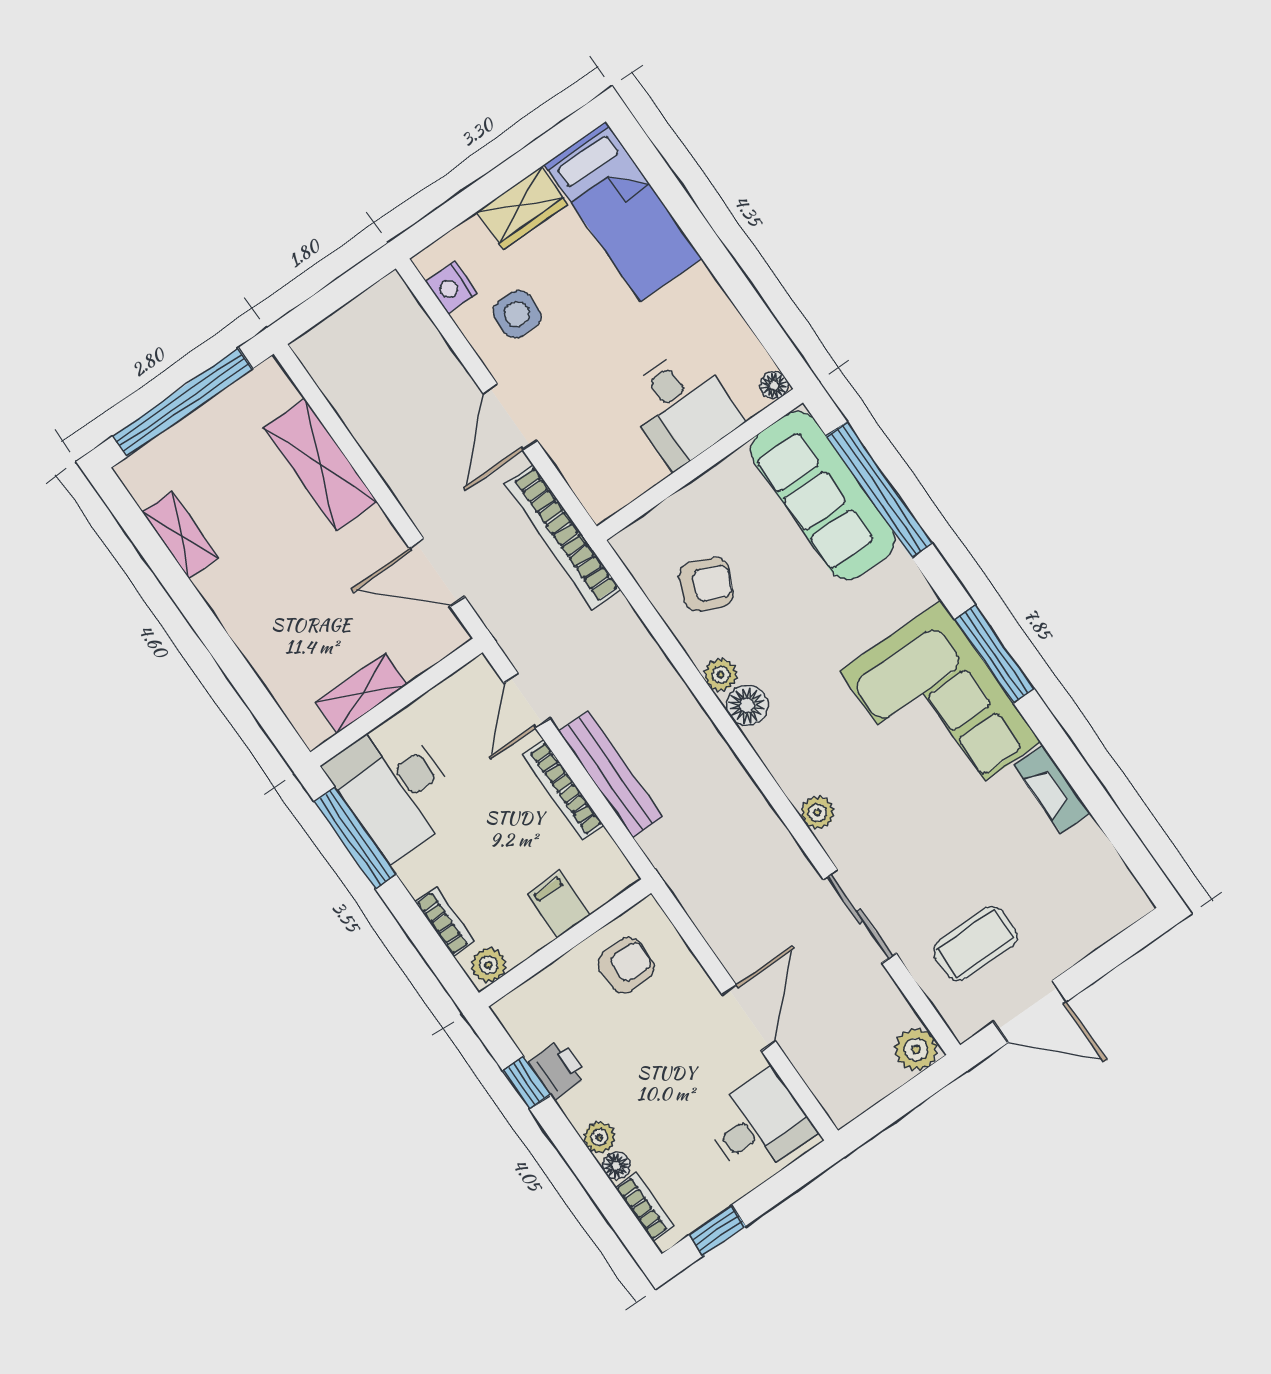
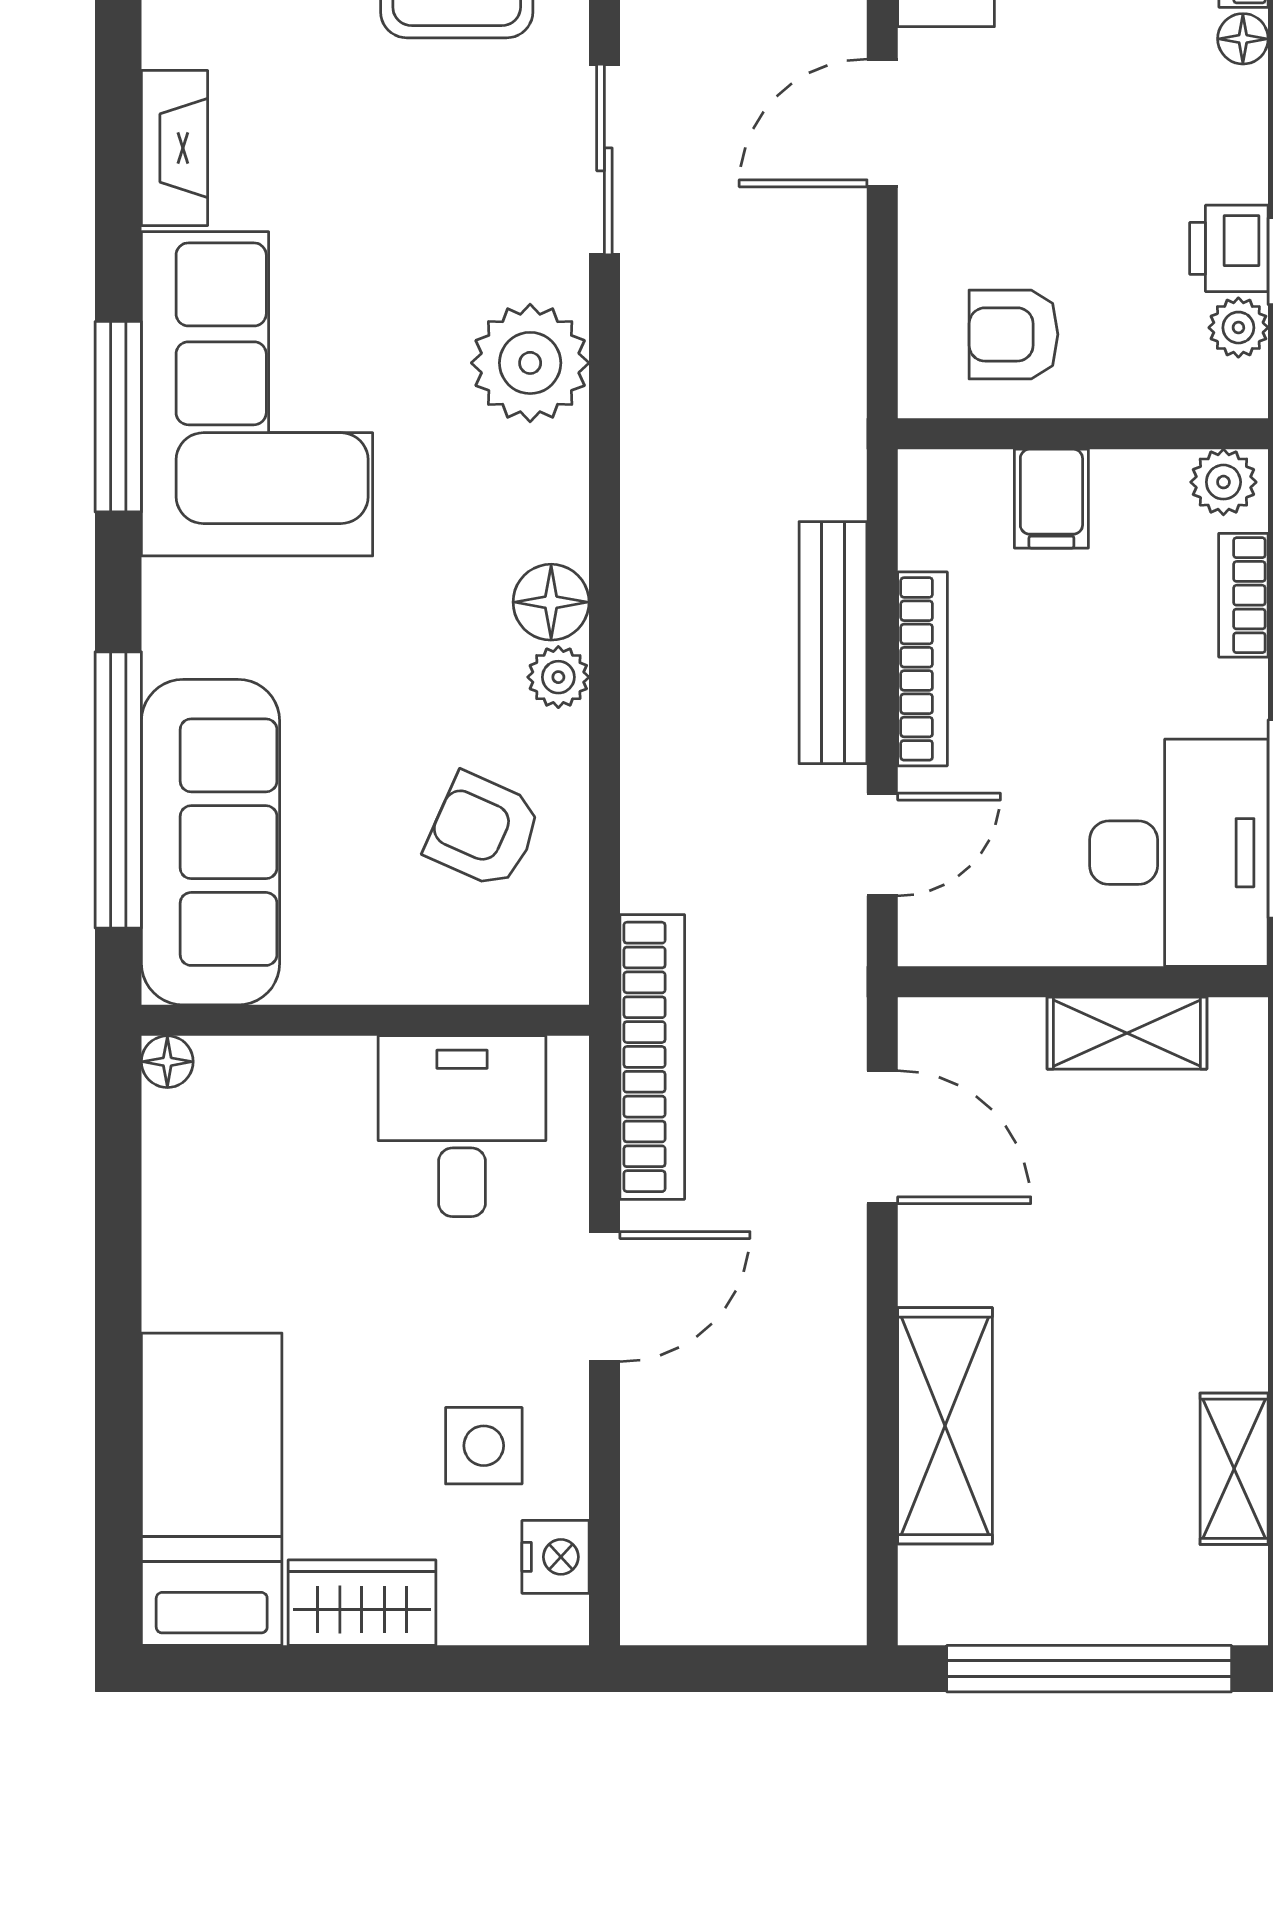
desk: (682, 408) -> (462, 1126), moved
plant: (818, 812) -> (530, 363), width x1.87, depth x1.87
plant: (599, 1137) -> (1238, 328), moved

